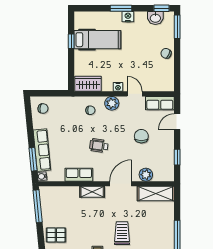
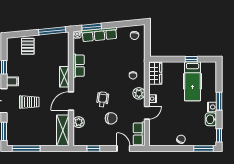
washbasin: (155, 18) -> (211, 119), moved
wheelchair: (99, 146) -> (103, 99), moved
door: (121, 184) -> (71, 101), swing flipped

